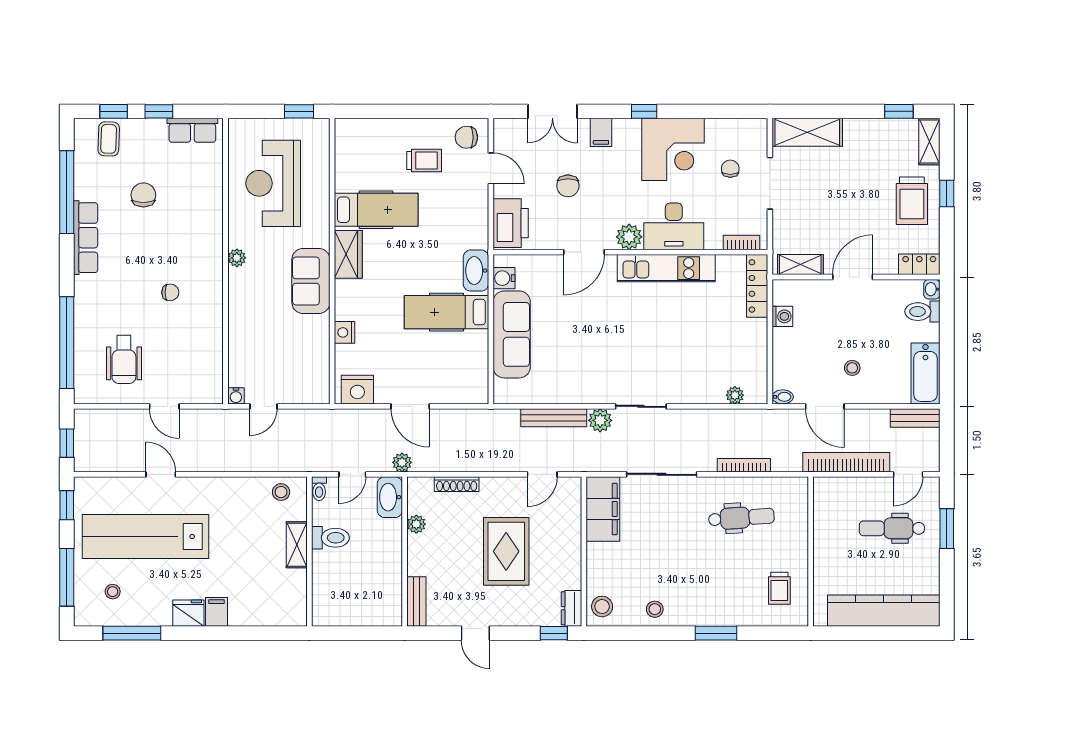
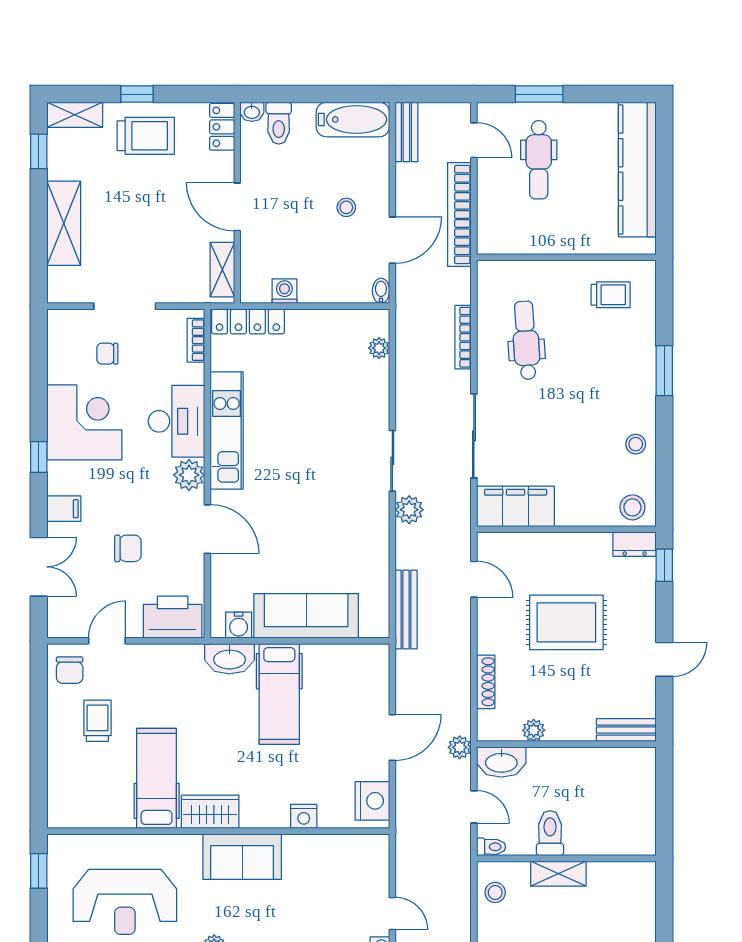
shelving: (807, 132) -> (64, 223), moved
bench: (554, 418) -> (406, 610), moved

